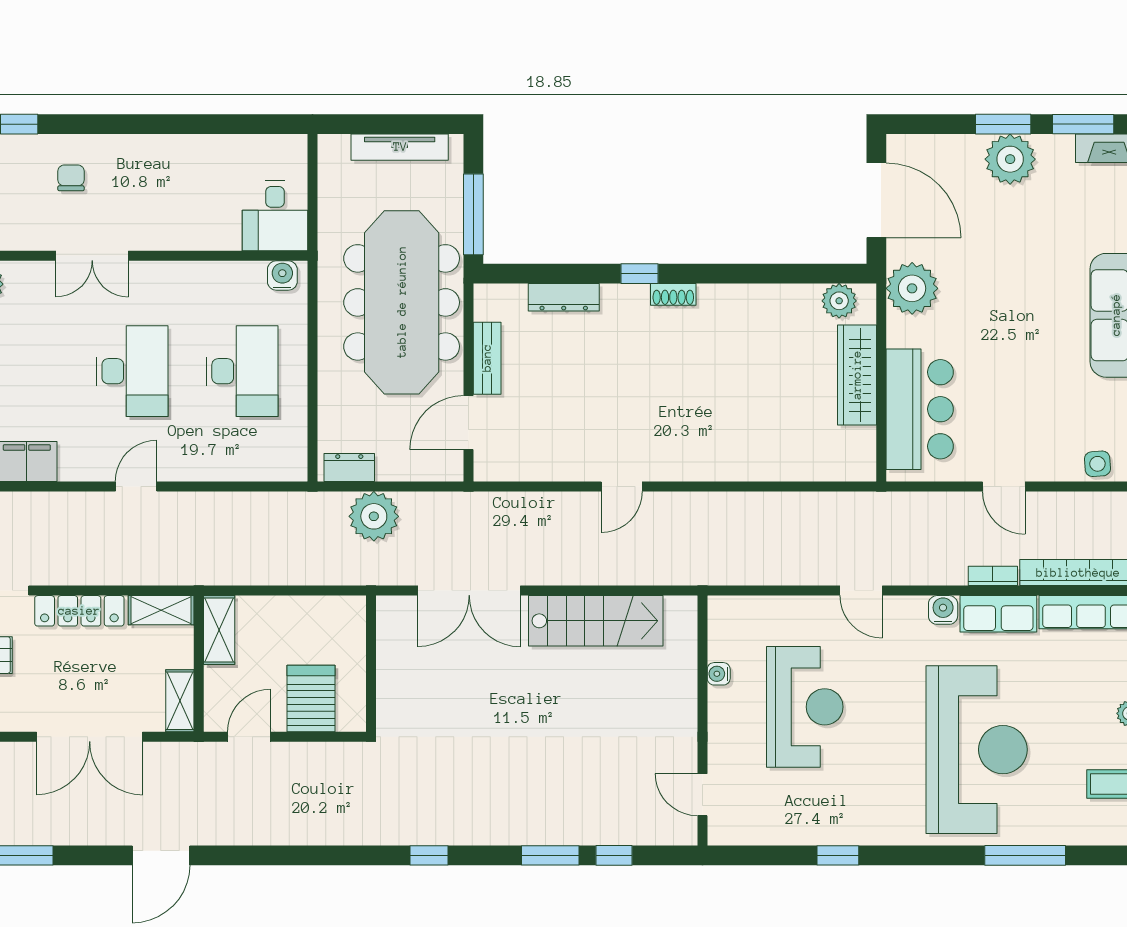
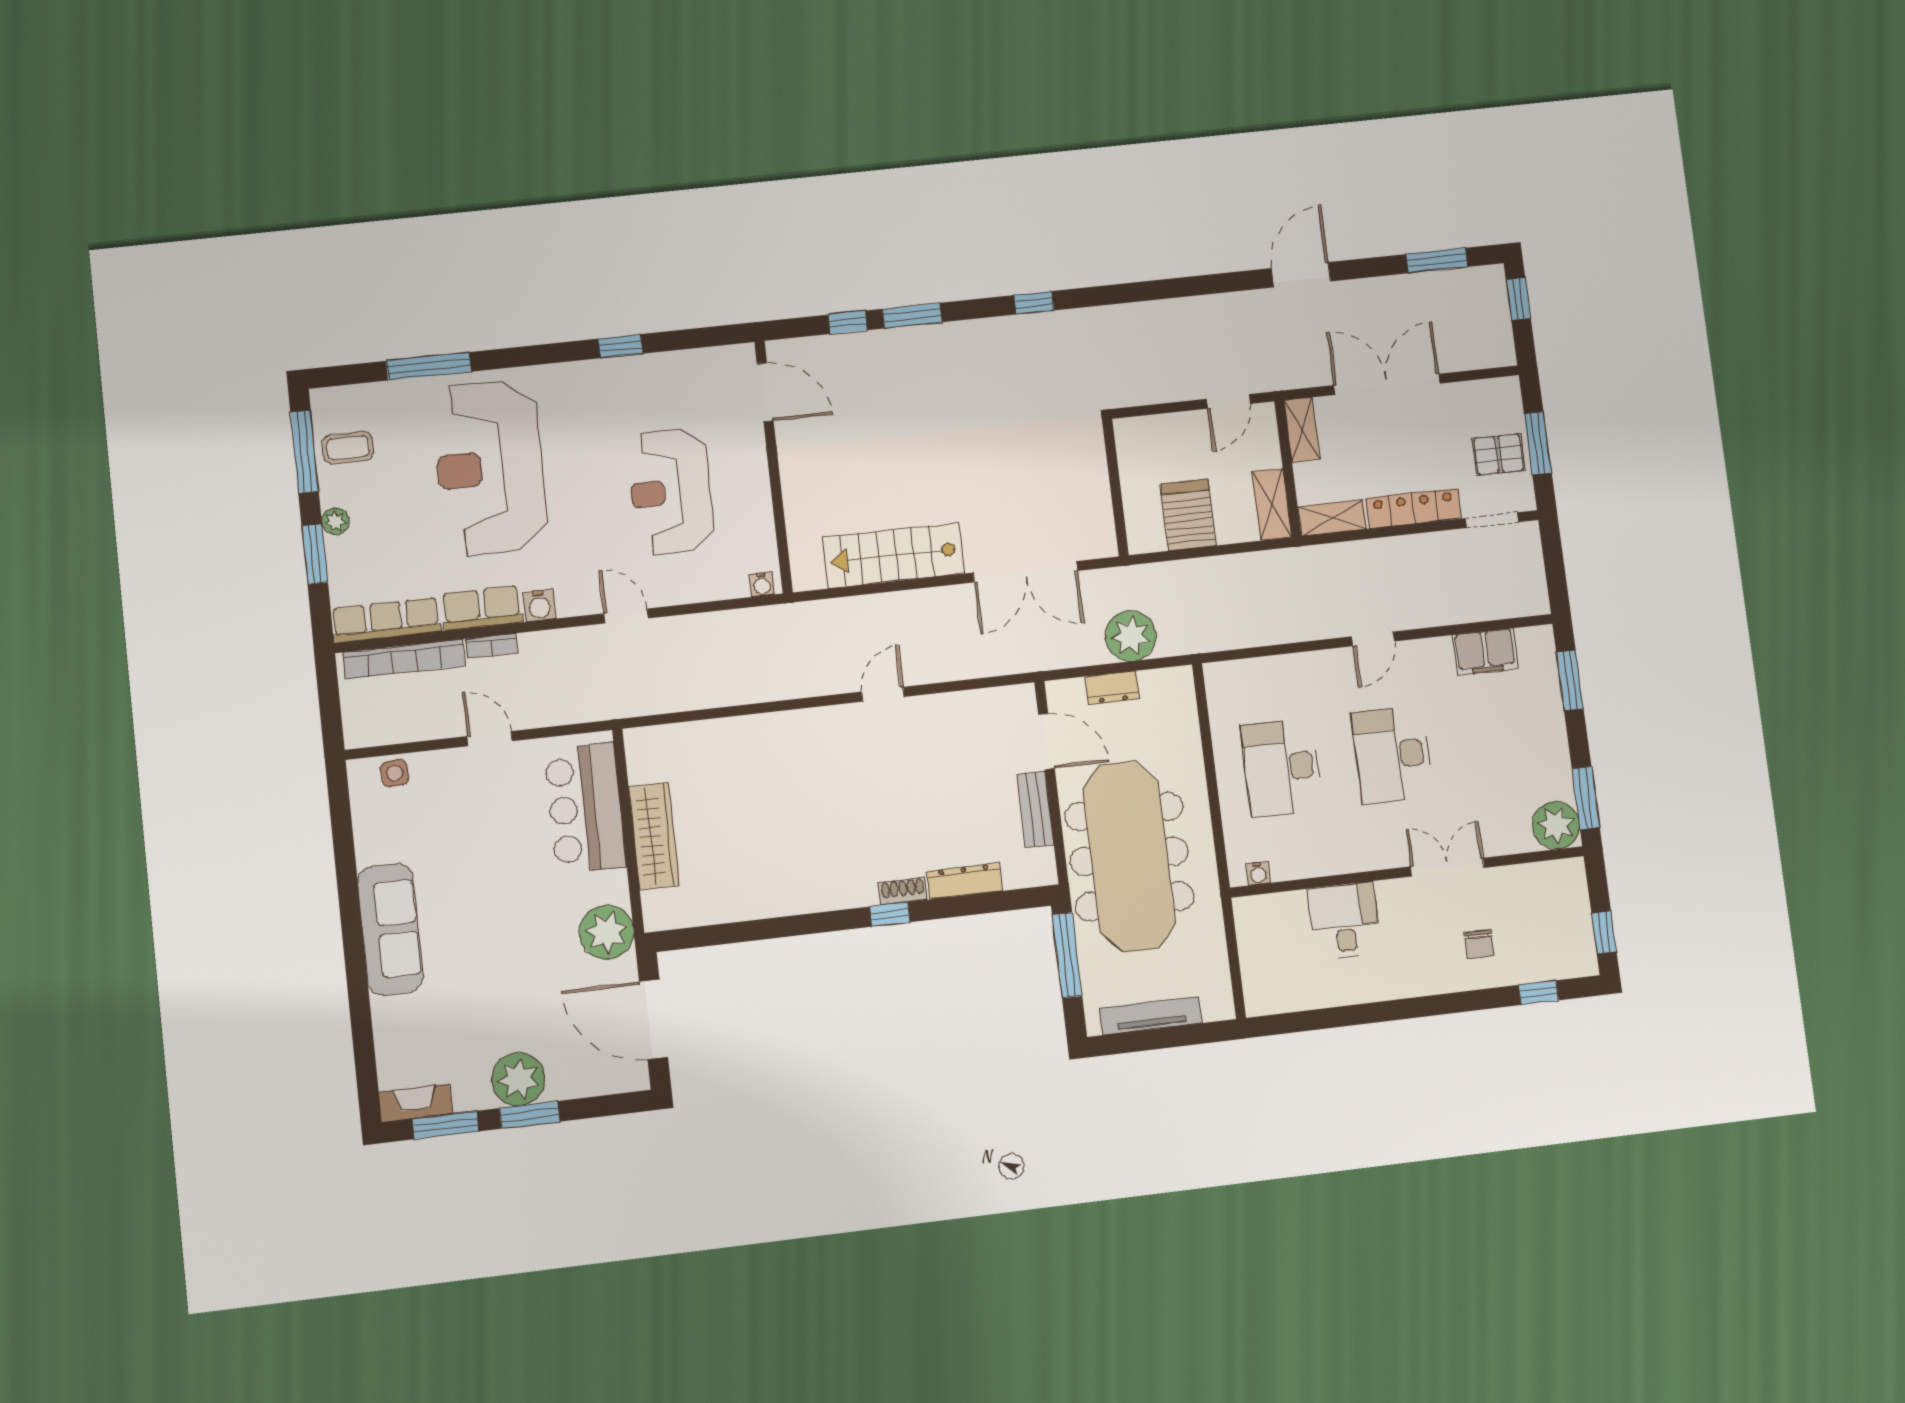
desk: (275, 216) -> (1345, 921), moved
water cooler: (282, 275) -> (1258, 873), width x0.72, depth x0.72
shoe rack: (673, 294) -> (903, 891), moved
plant: (839, 301) -> (681, 911), removed
door: (468, 423) -> (1046, 742), hinge flipped
dresser: (349, 468) -> (1112, 688), moved
double door: (469, 591) -> (1025, 572), swing flipped
water cooler: (719, 674) -> (762, 584), moved, turned 90
server rack: (311, 699) -> (1188, 515), moved, turned 180
door: (702, 795) -> (765, 392), width x1.38

